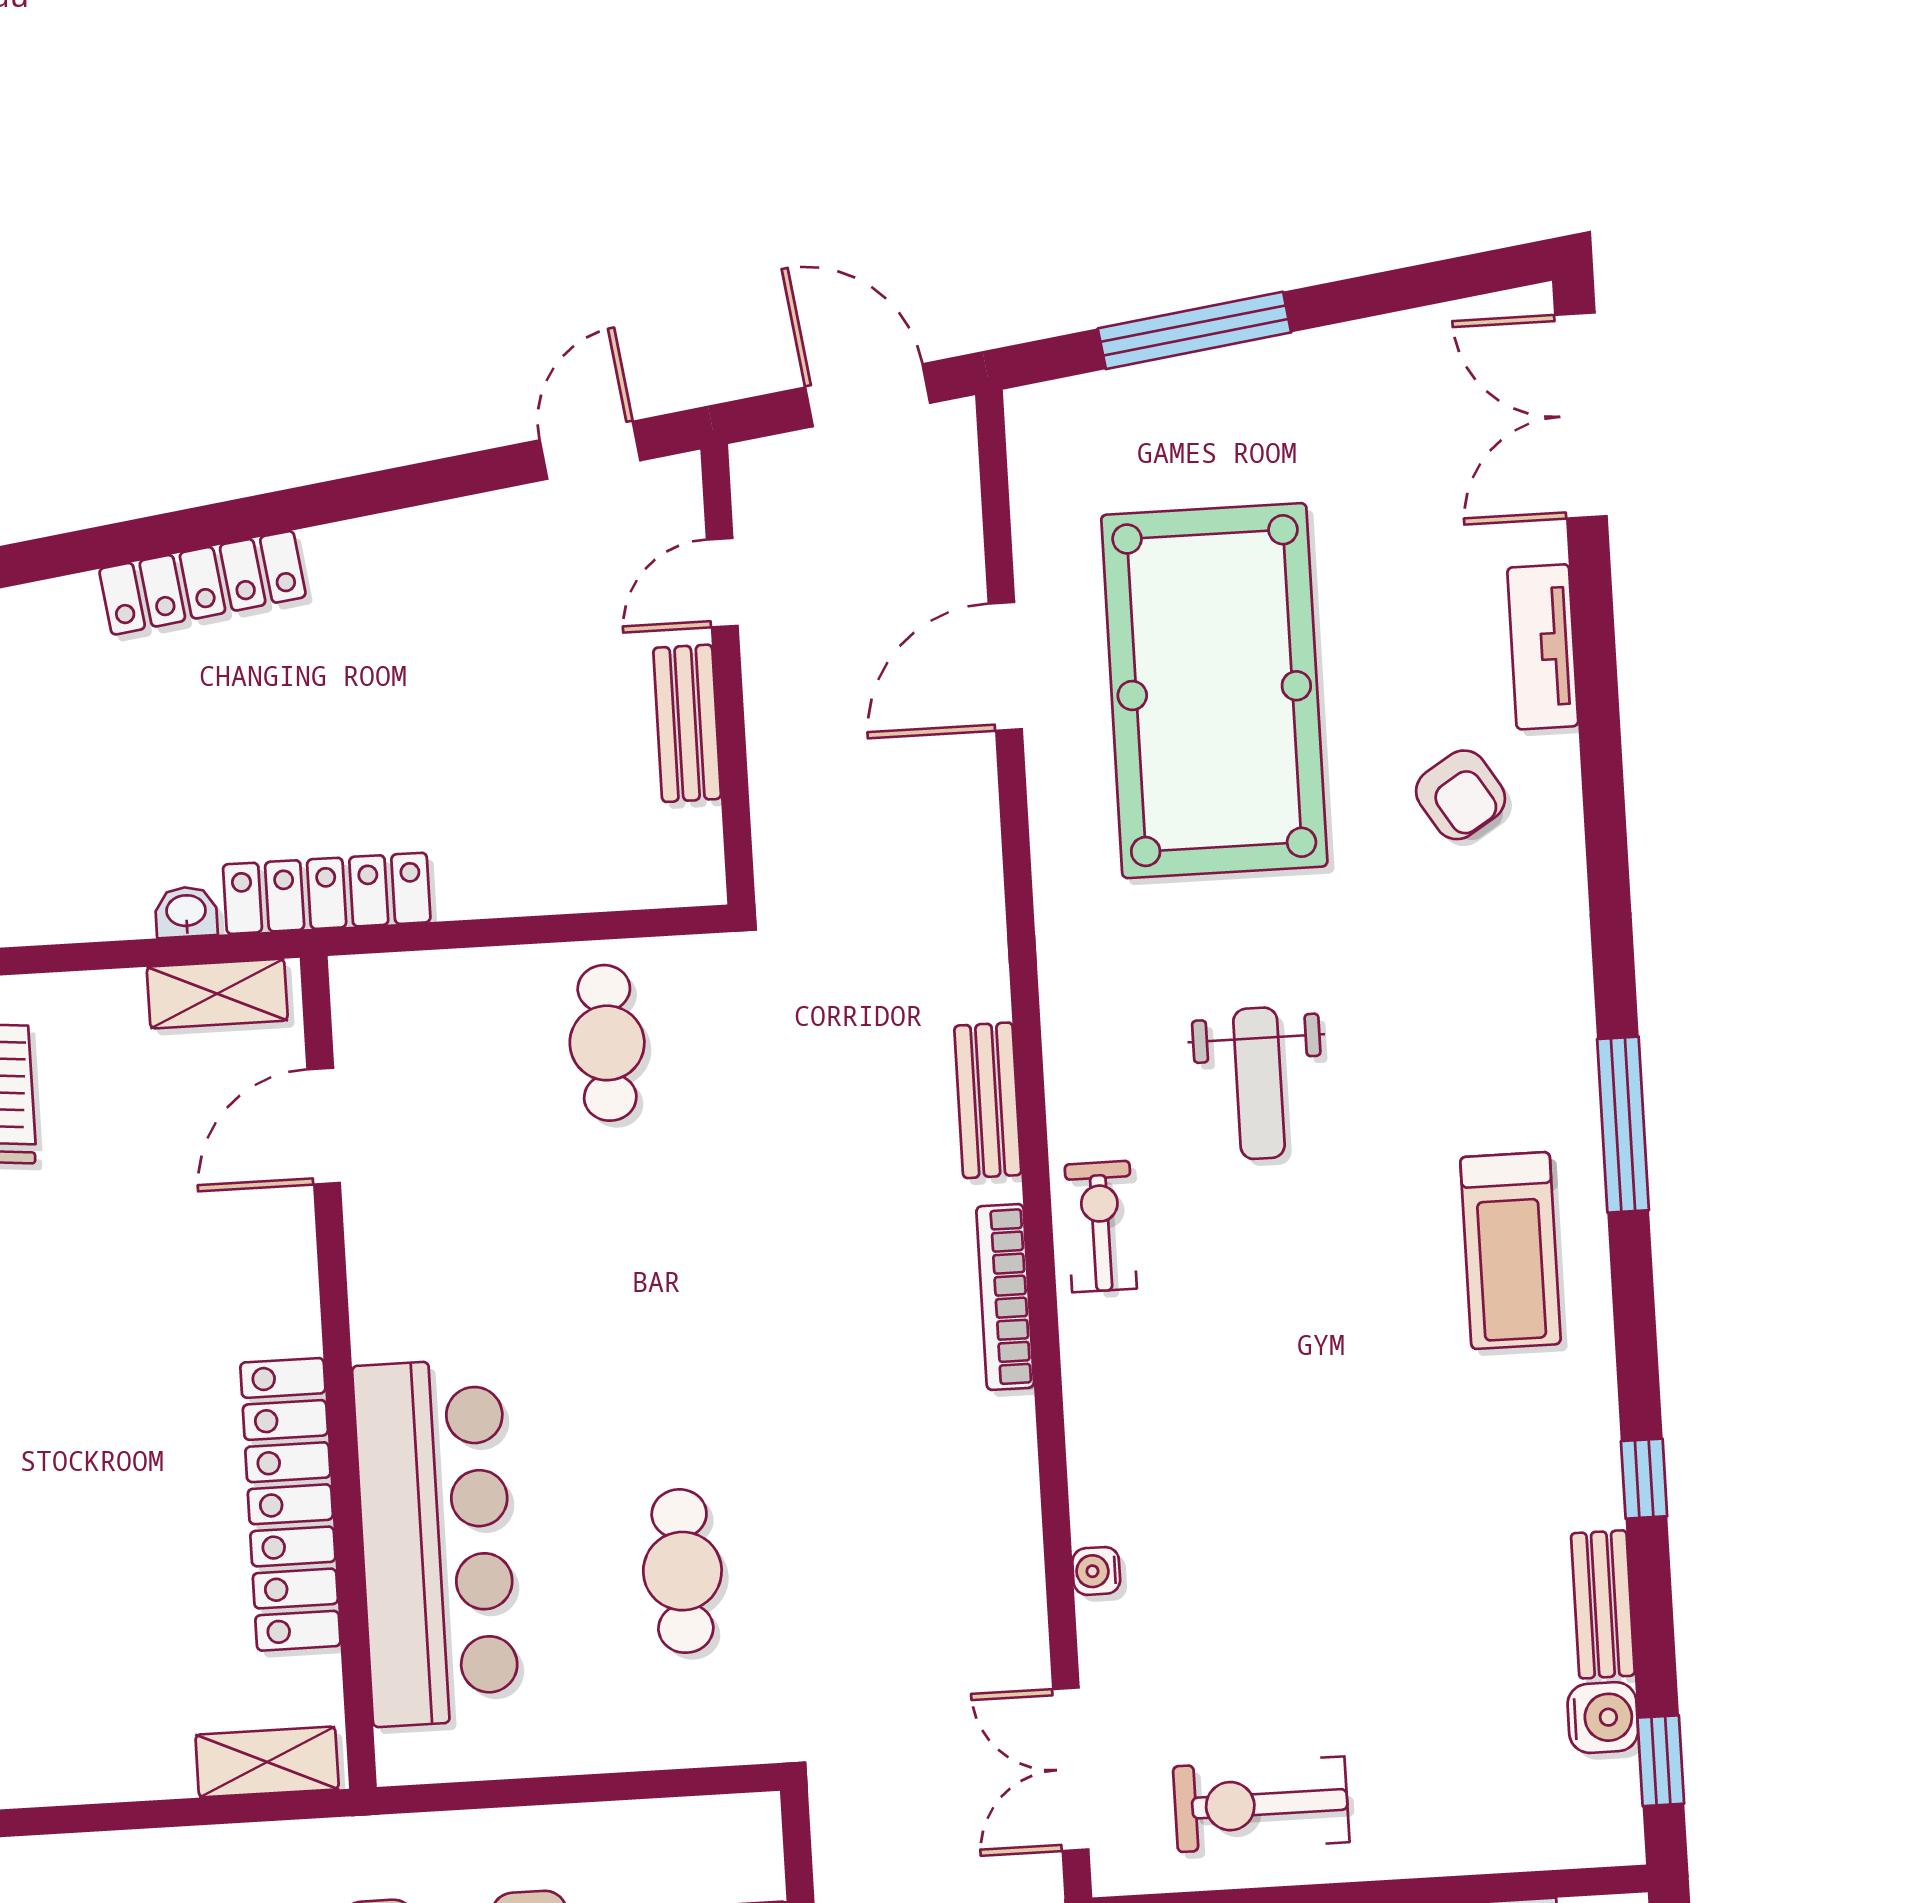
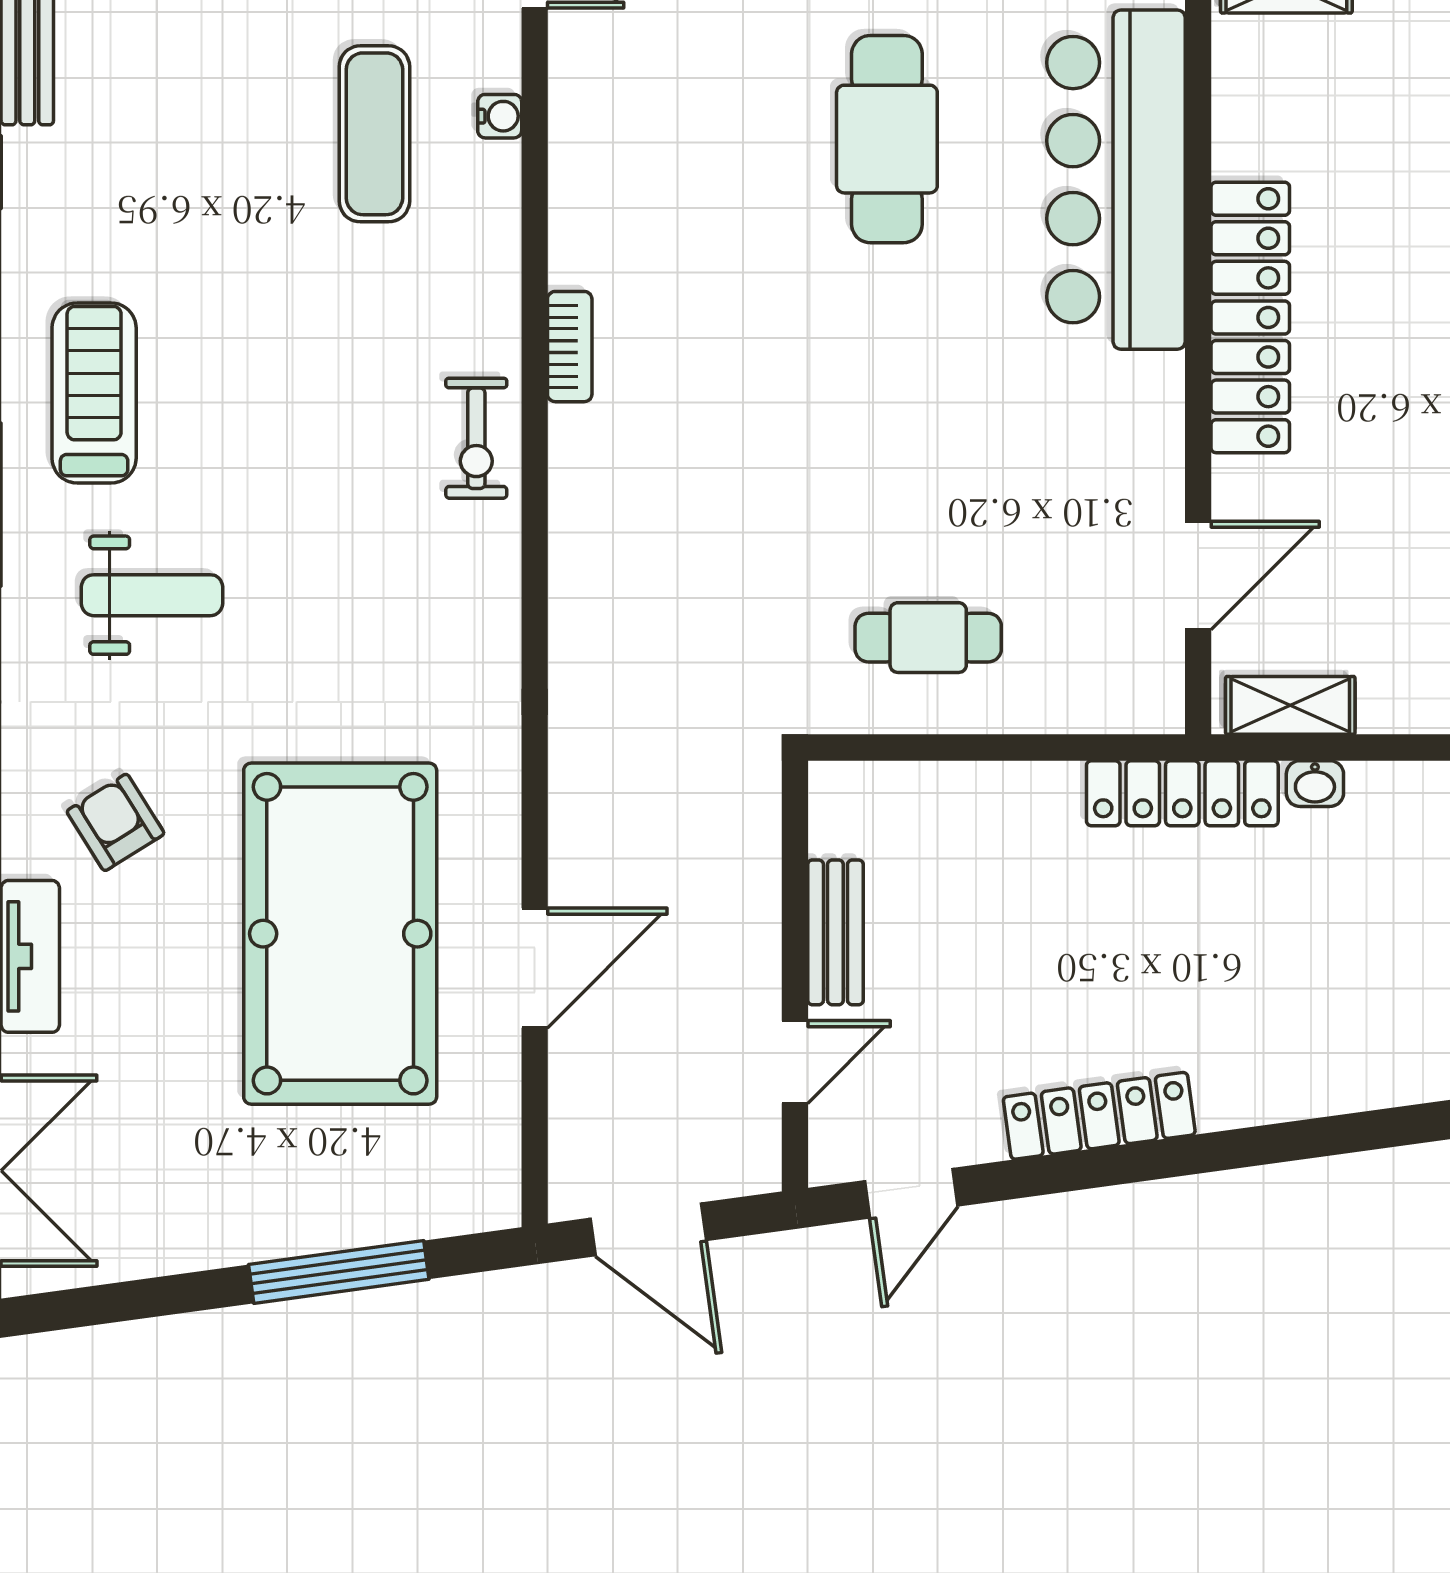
locker: (202, 583) -> (1099, 1116), moved
cafe table: (607, 1043) -> (928, 638), turned 90
weight bench: (1259, 1083) -> (152, 595), moved, turned 90
bench: (988, 1100) -> (575, 563), removed
bookcase: (1005, 1297) -> (570, 347), width x0.64
locker: (290, 1504) -> (1250, 317), moved
exercise mat: (1228, 1544) -> (374, 134), added
cafe table: (682, 1571) -> (887, 139), width x1.37, depth x1.35

